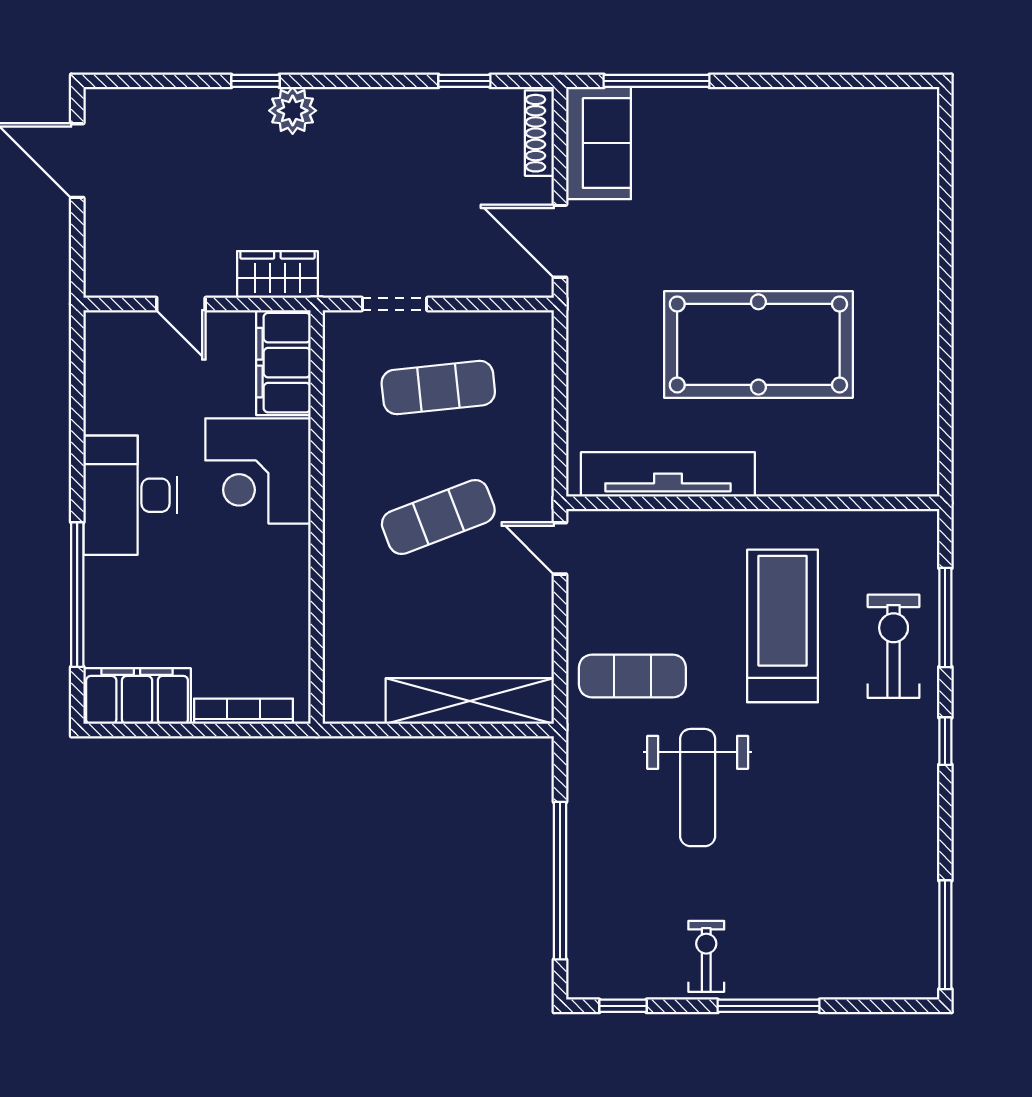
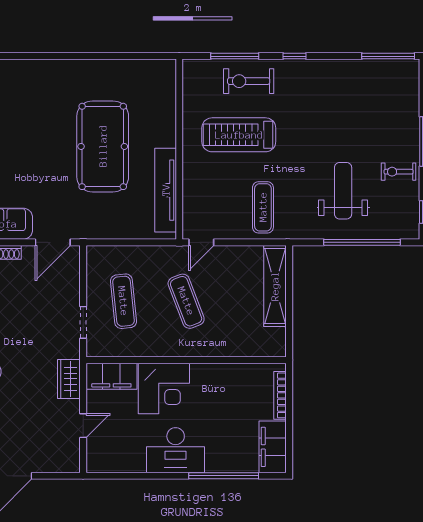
weight bench: (698, 788) -> (343, 191), moved, turned -90

